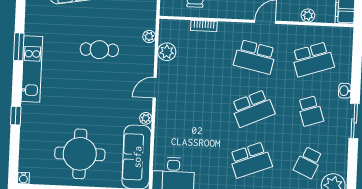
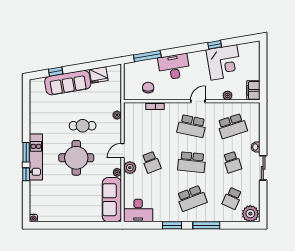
window: (19, 47) -> (26, 152), moved
plant: (167, 52) -> (130, 168), moved
kitchen unit: (32, 69) -> (36, 157), moved
school desk: (195, 106) -> (151, 162), added
school desk: (253, 108) -> (192, 162), turned 30
round table: (80, 154) -> (76, 158), moved

